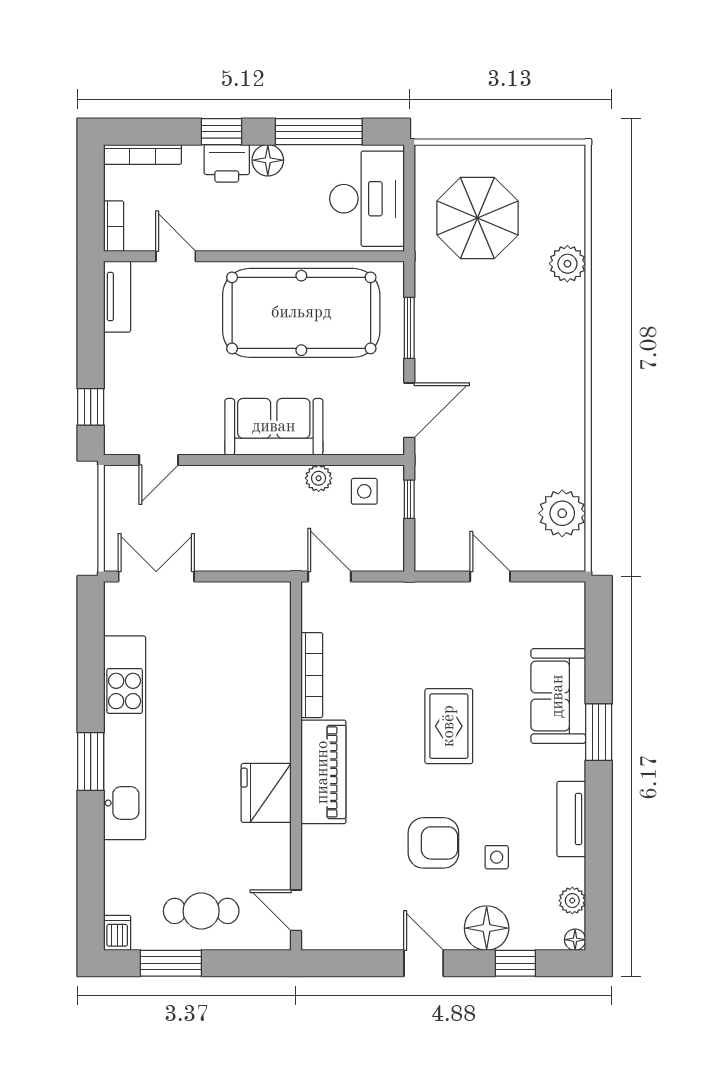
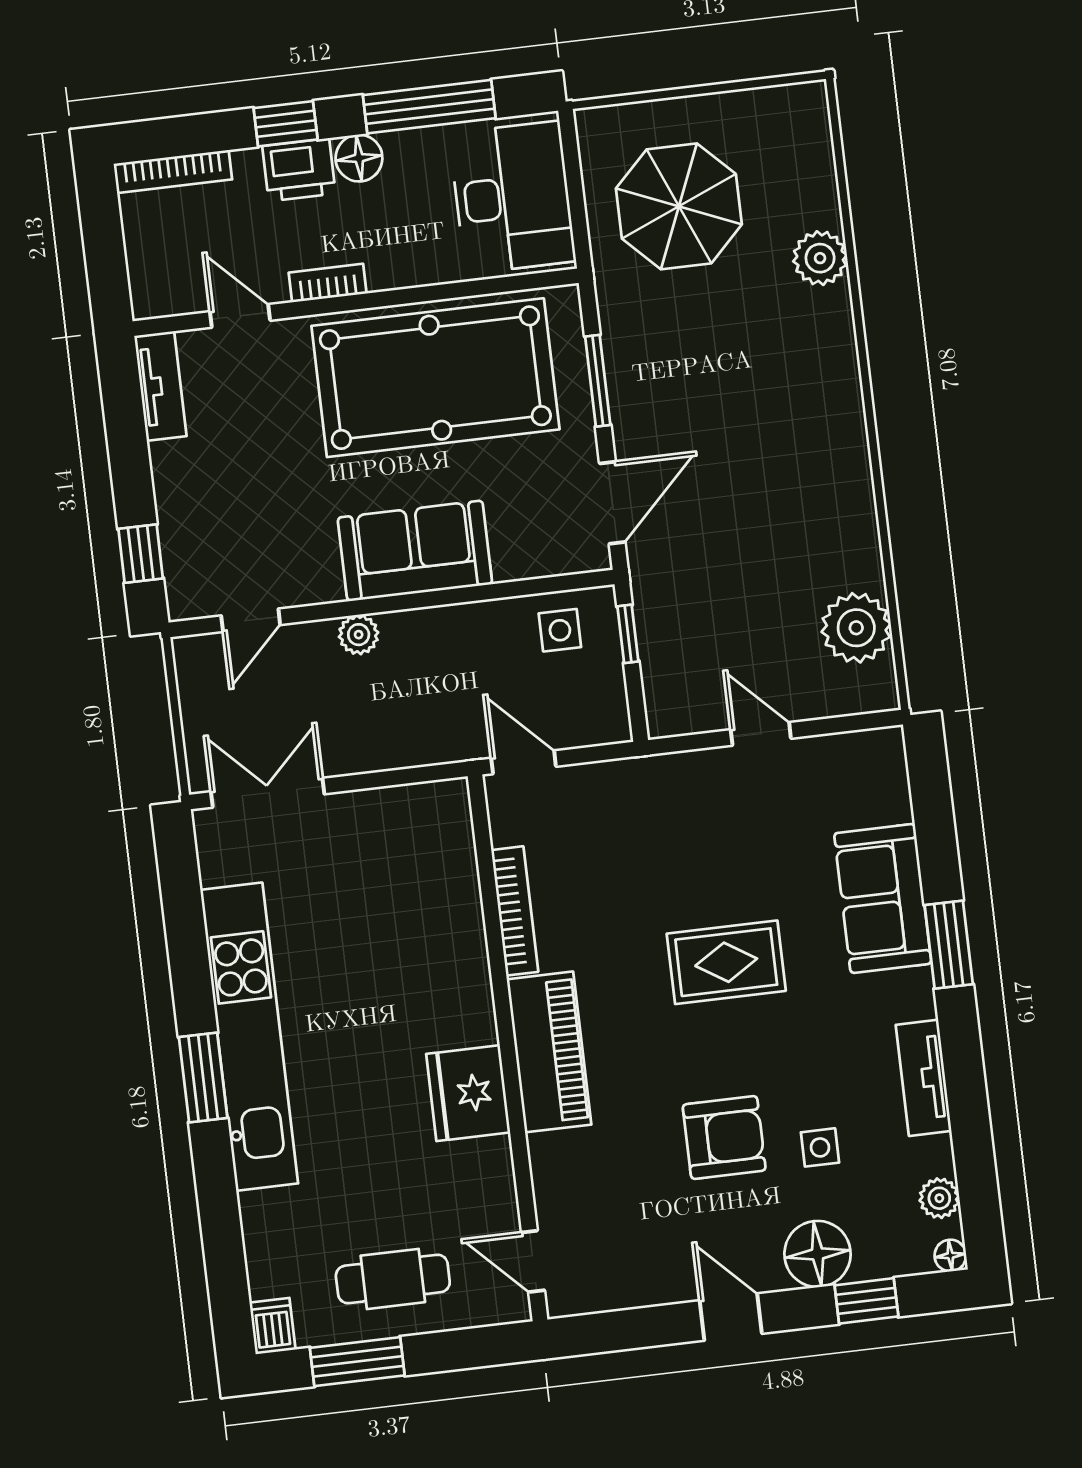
bookcase: (114, 226) -> (328, 283), moved, turned -90
plant: (319, 478) -> (359, 635), moved
rug: (449, 726) -> (726, 962), turned 90

